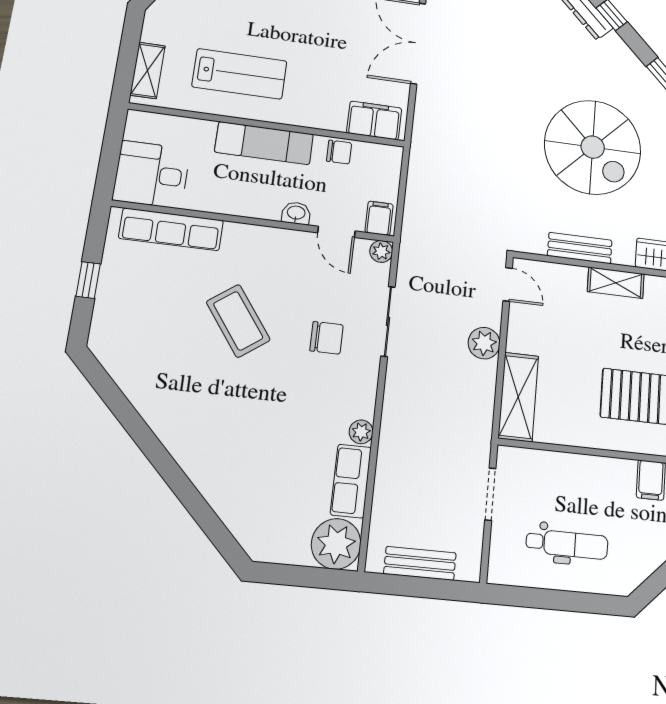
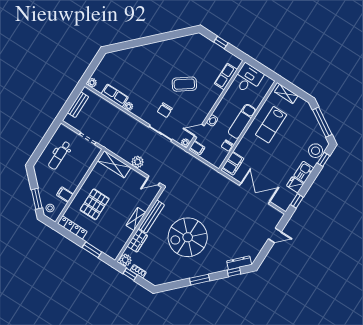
row of seats: (171, 229) -> (226, 77), width x0.68
bench: (580, 248) -> (151, 217), width x1.36
plant: (336, 544) -> (92, 83), width x0.53, depth x0.53

